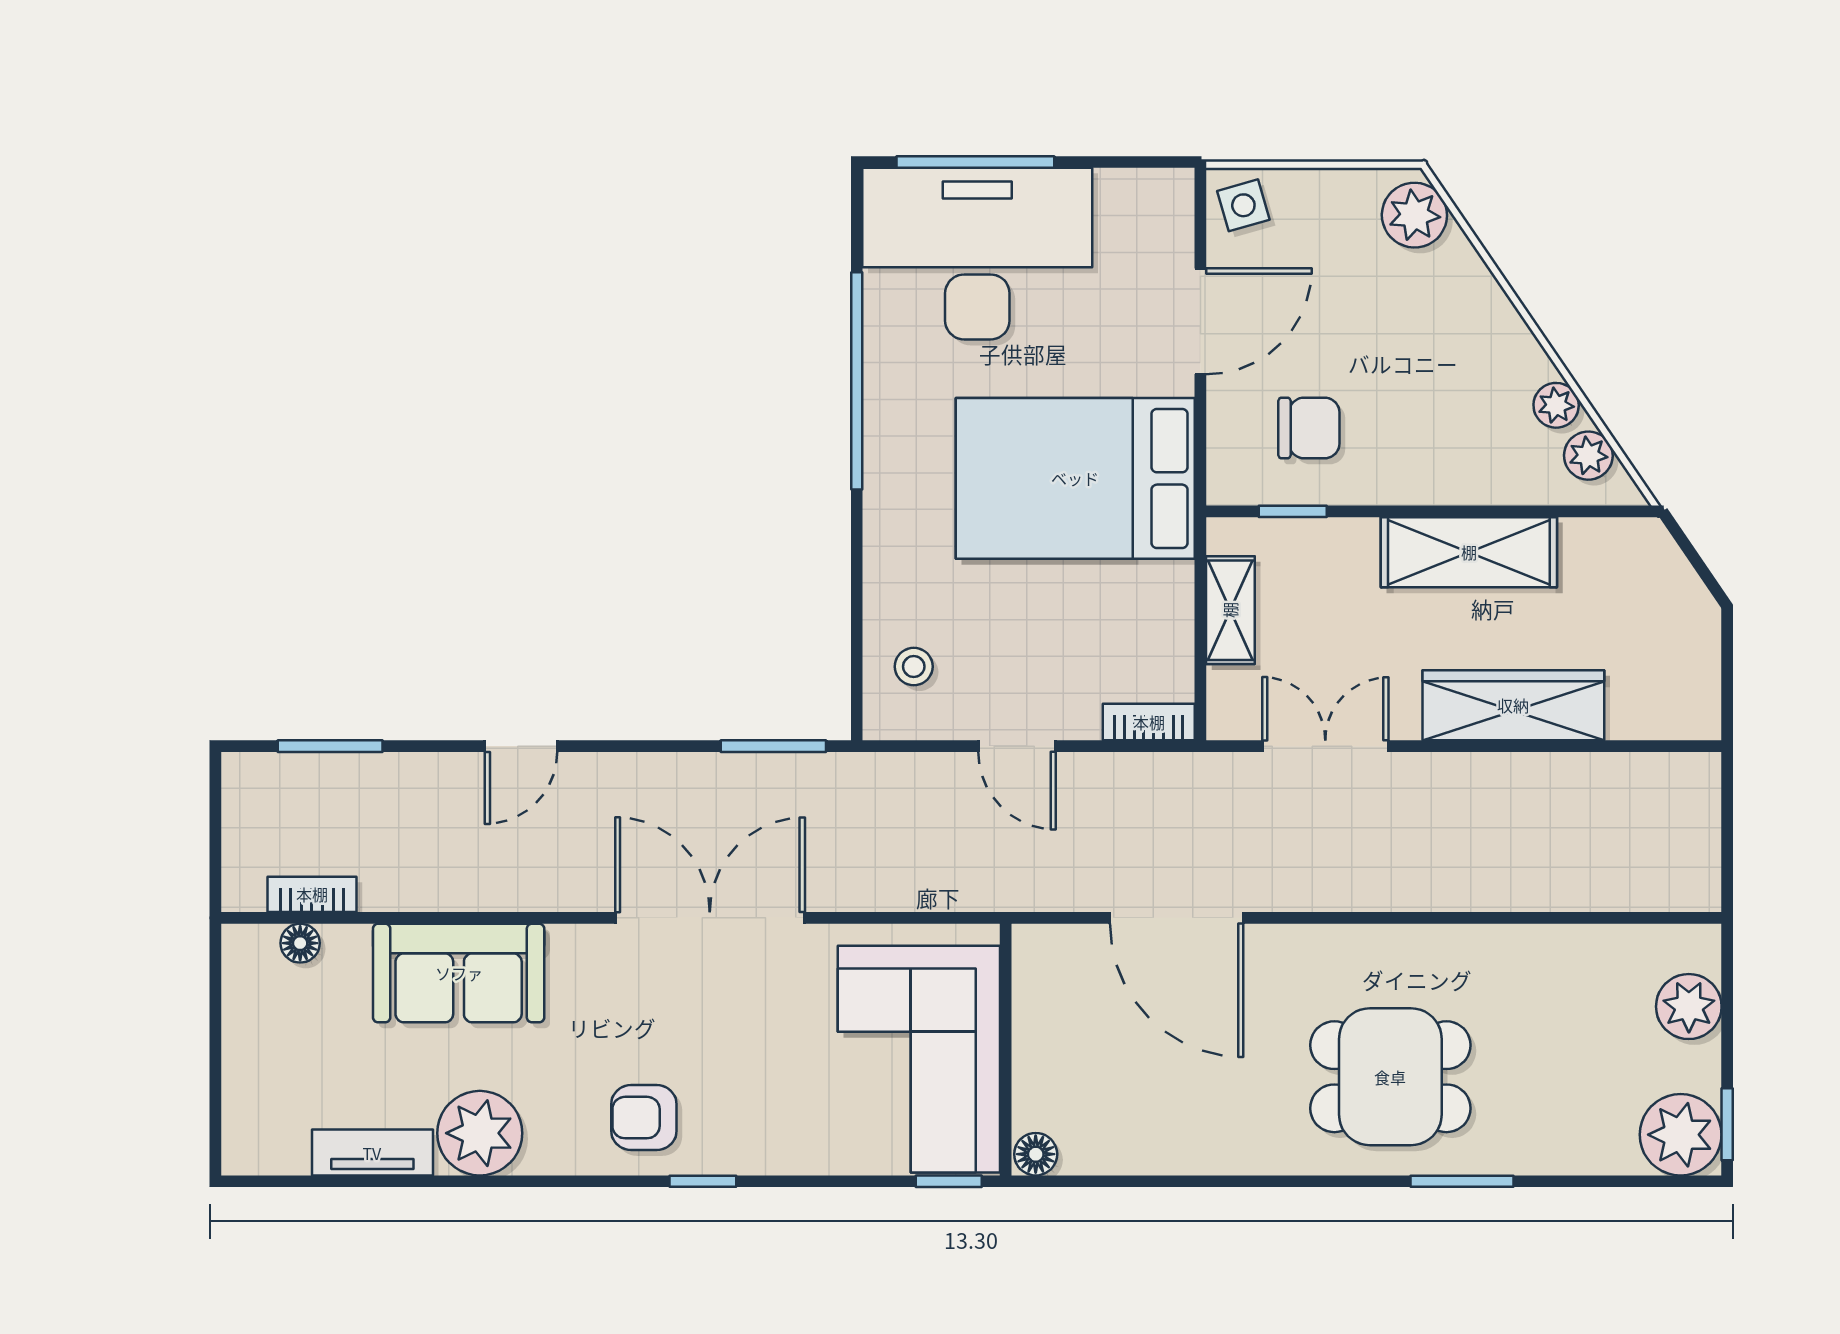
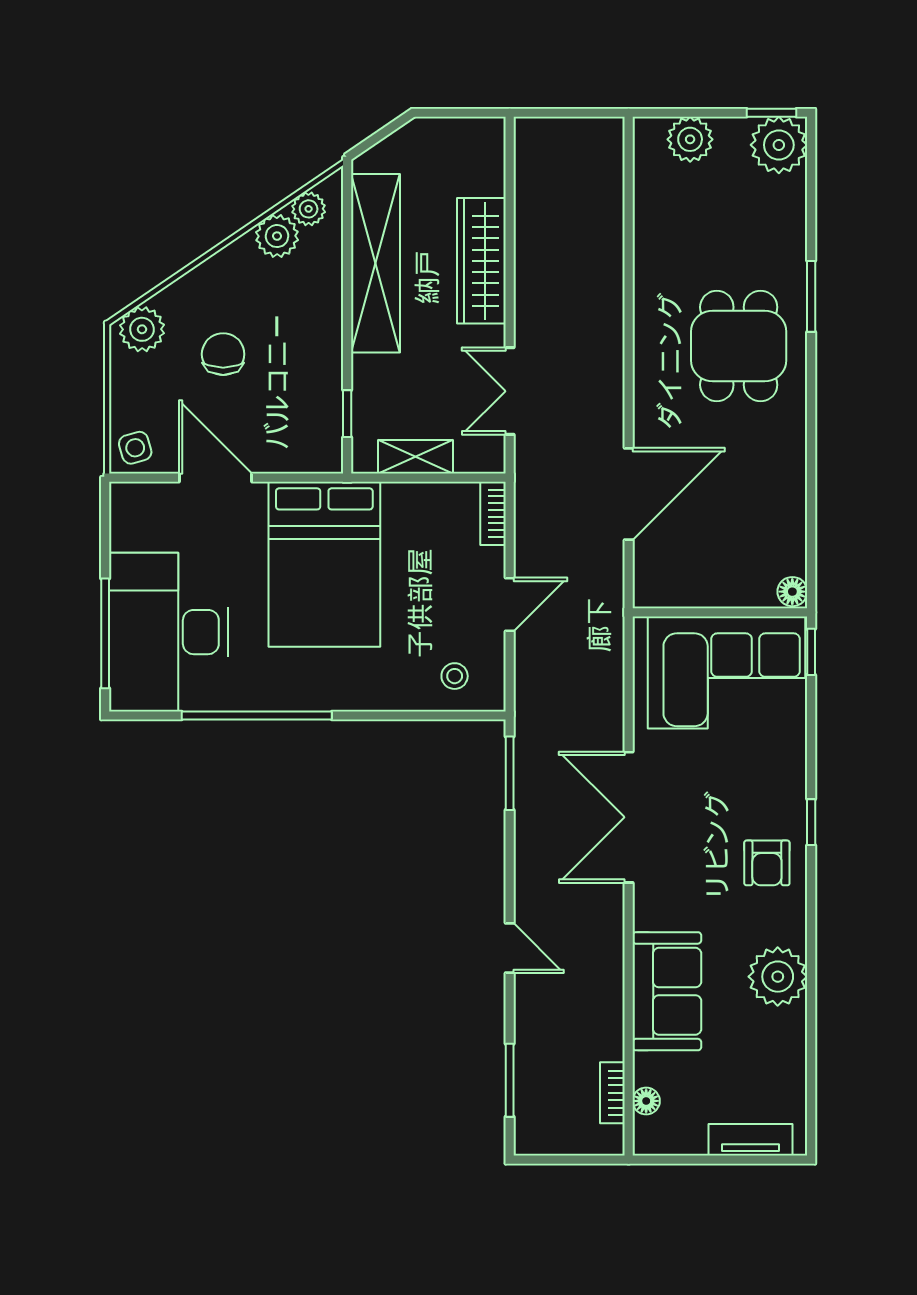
plant: (1556, 405) -> (277, 236), width x1.38, depth x1.38
chair: (1309, 428) -> (223, 354), moved
shelving: (1469, 552) -> (375, 263), width x1.47
tv unit: (372, 1153) -> (751, 1140), moved, turned 90

